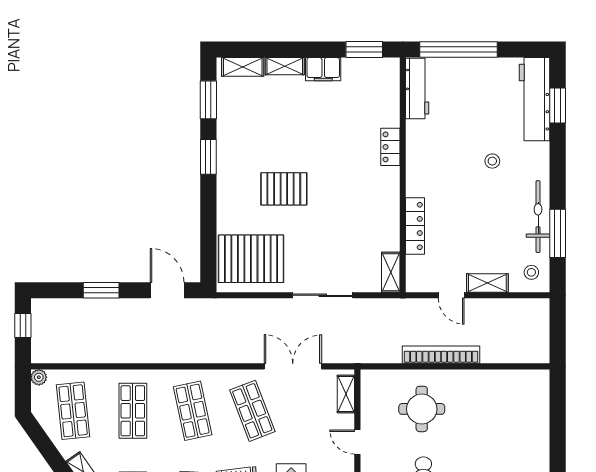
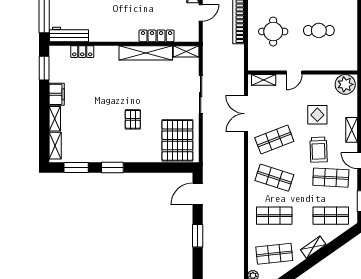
locker: (390, 147) -> (82, 52), moved
pallet: (284, 189) -> (133, 119), width x0.67, depth x0.71
shelving: (388, 209) -> (146, 53), added
shop shelf: (193, 411) -> (274, 178), turned 30

